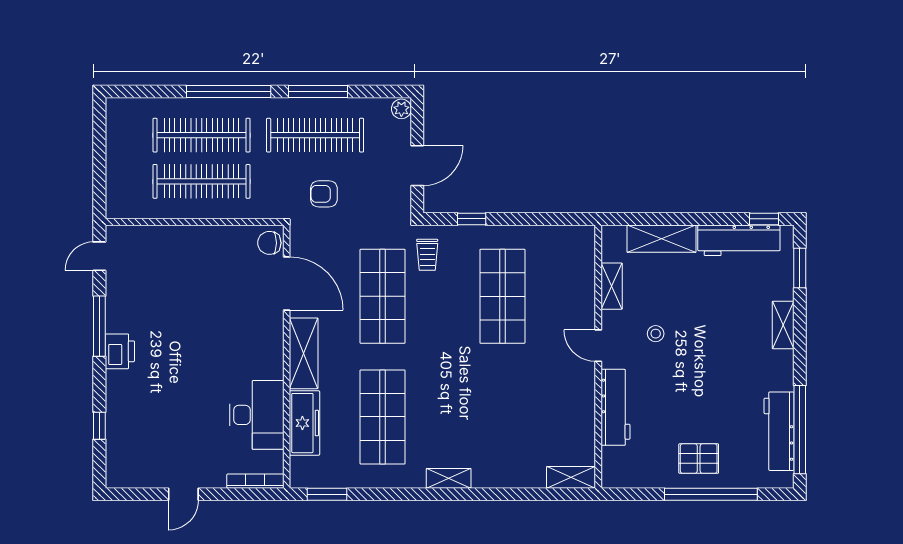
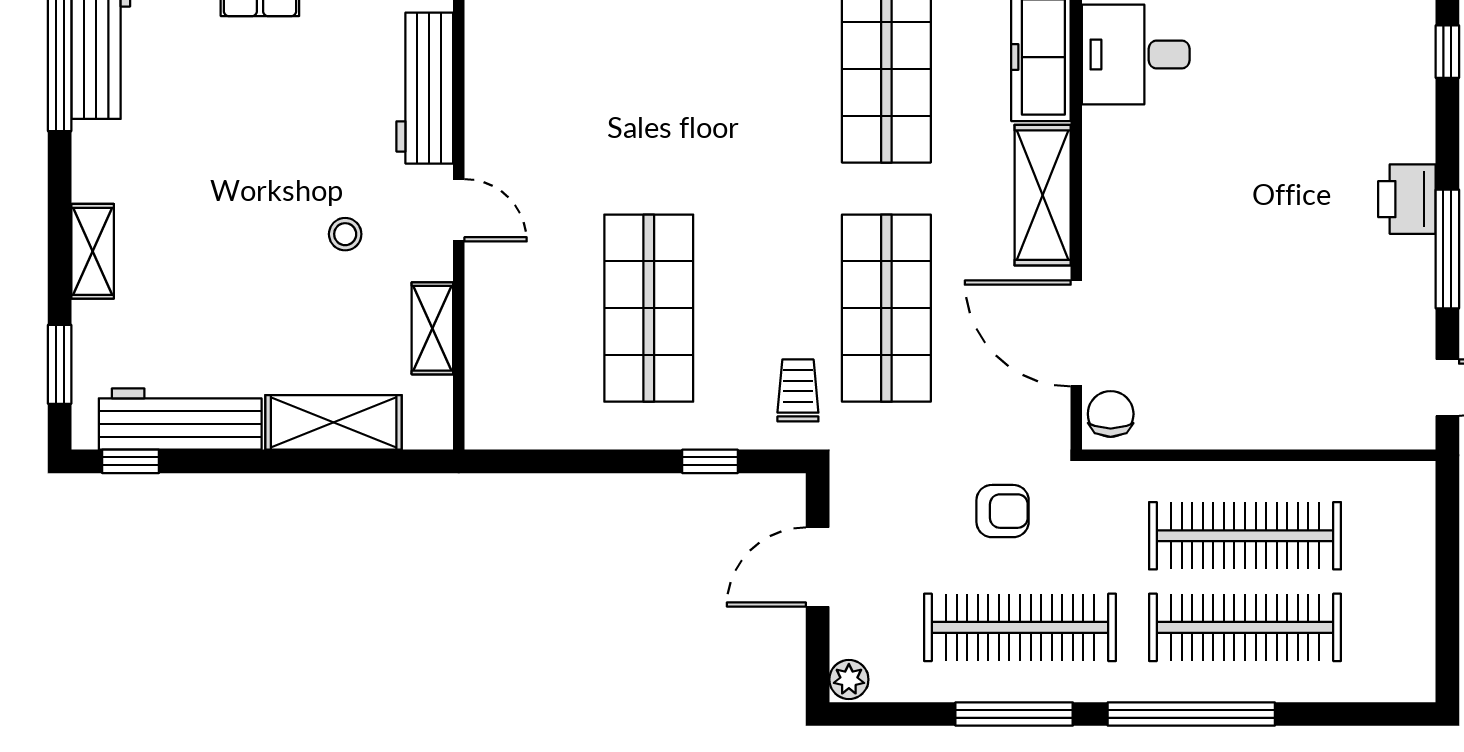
chair: (269, 243) -> (1111, 414), turned -90
desk: (257, 415) -> (1136, 55), width x0.73

